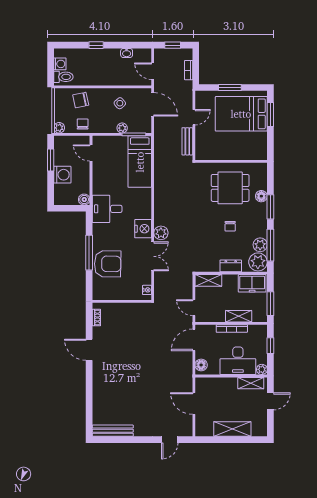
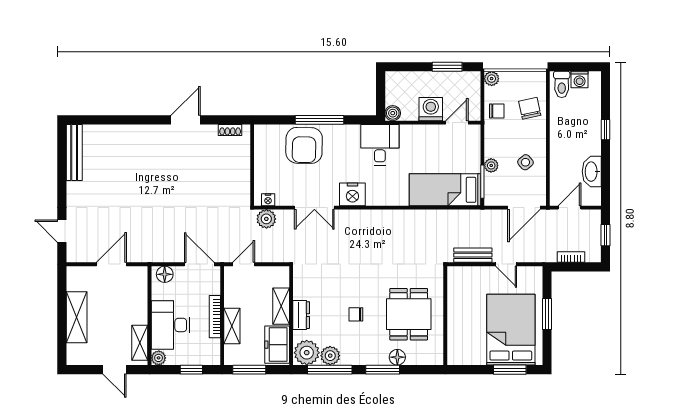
washbasin: (127, 53) -> (592, 172), width x1.91, depth x1.45
washing machine: (62, 175) -> (431, 109), moved, turned 180
plant: (161, 233) -> (266, 219), moved
shelving: (208, 280) -> (281, 306), moved

